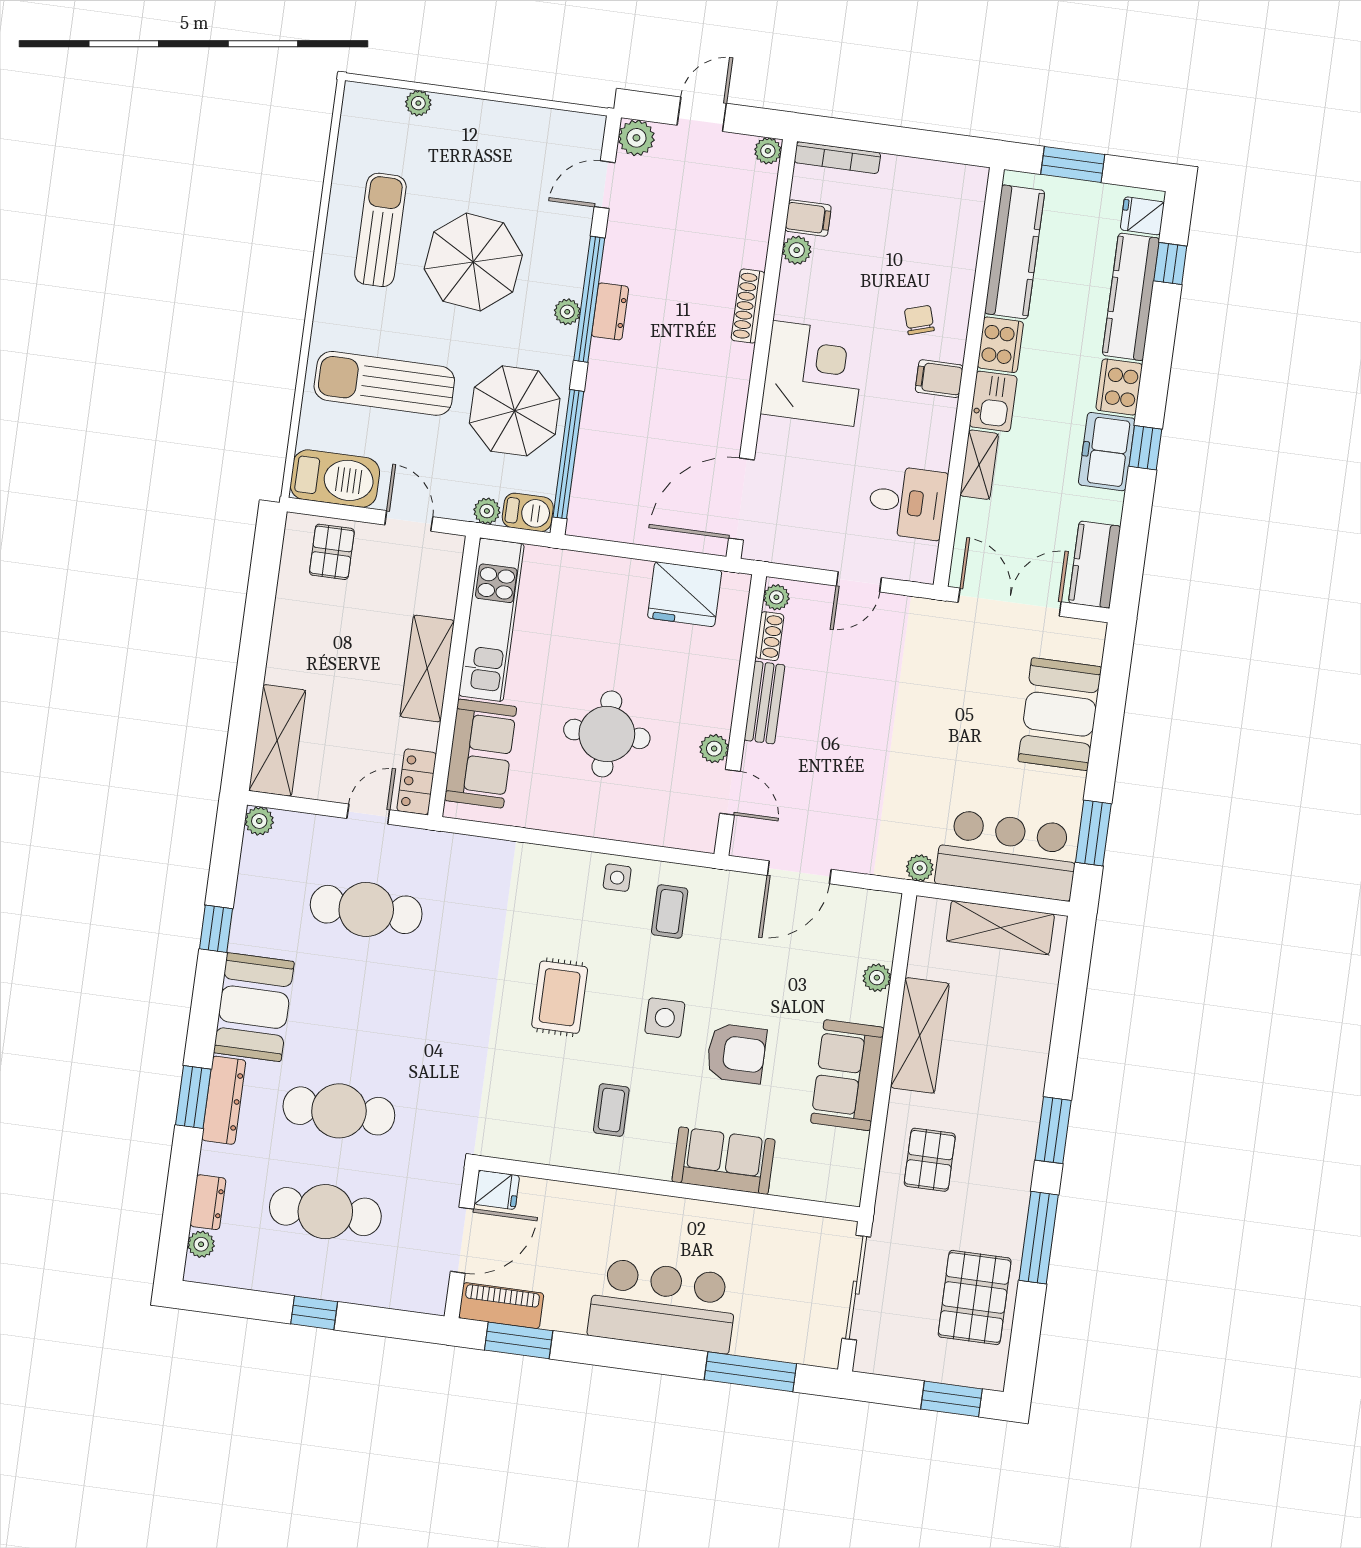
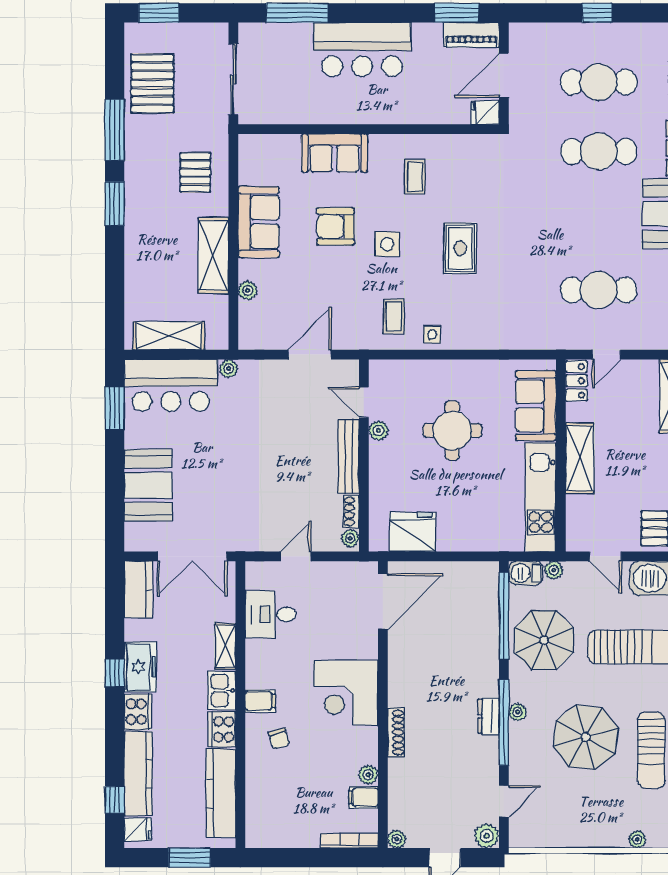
bench: (764, 703) -> (349, 456), width x1.36

